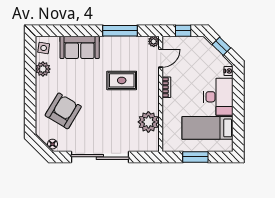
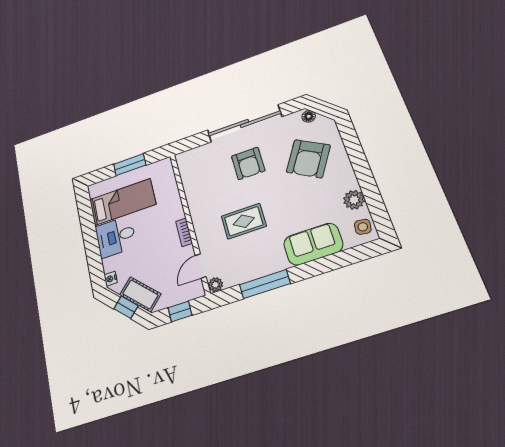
cot: (209, 52) -> (140, 294), added
desk: (218, 97) -> (116, 237), width x0.73
plant: (148, 122) -> (196, 184), removed
armchair: (106, 124) -> (248, 163), added

